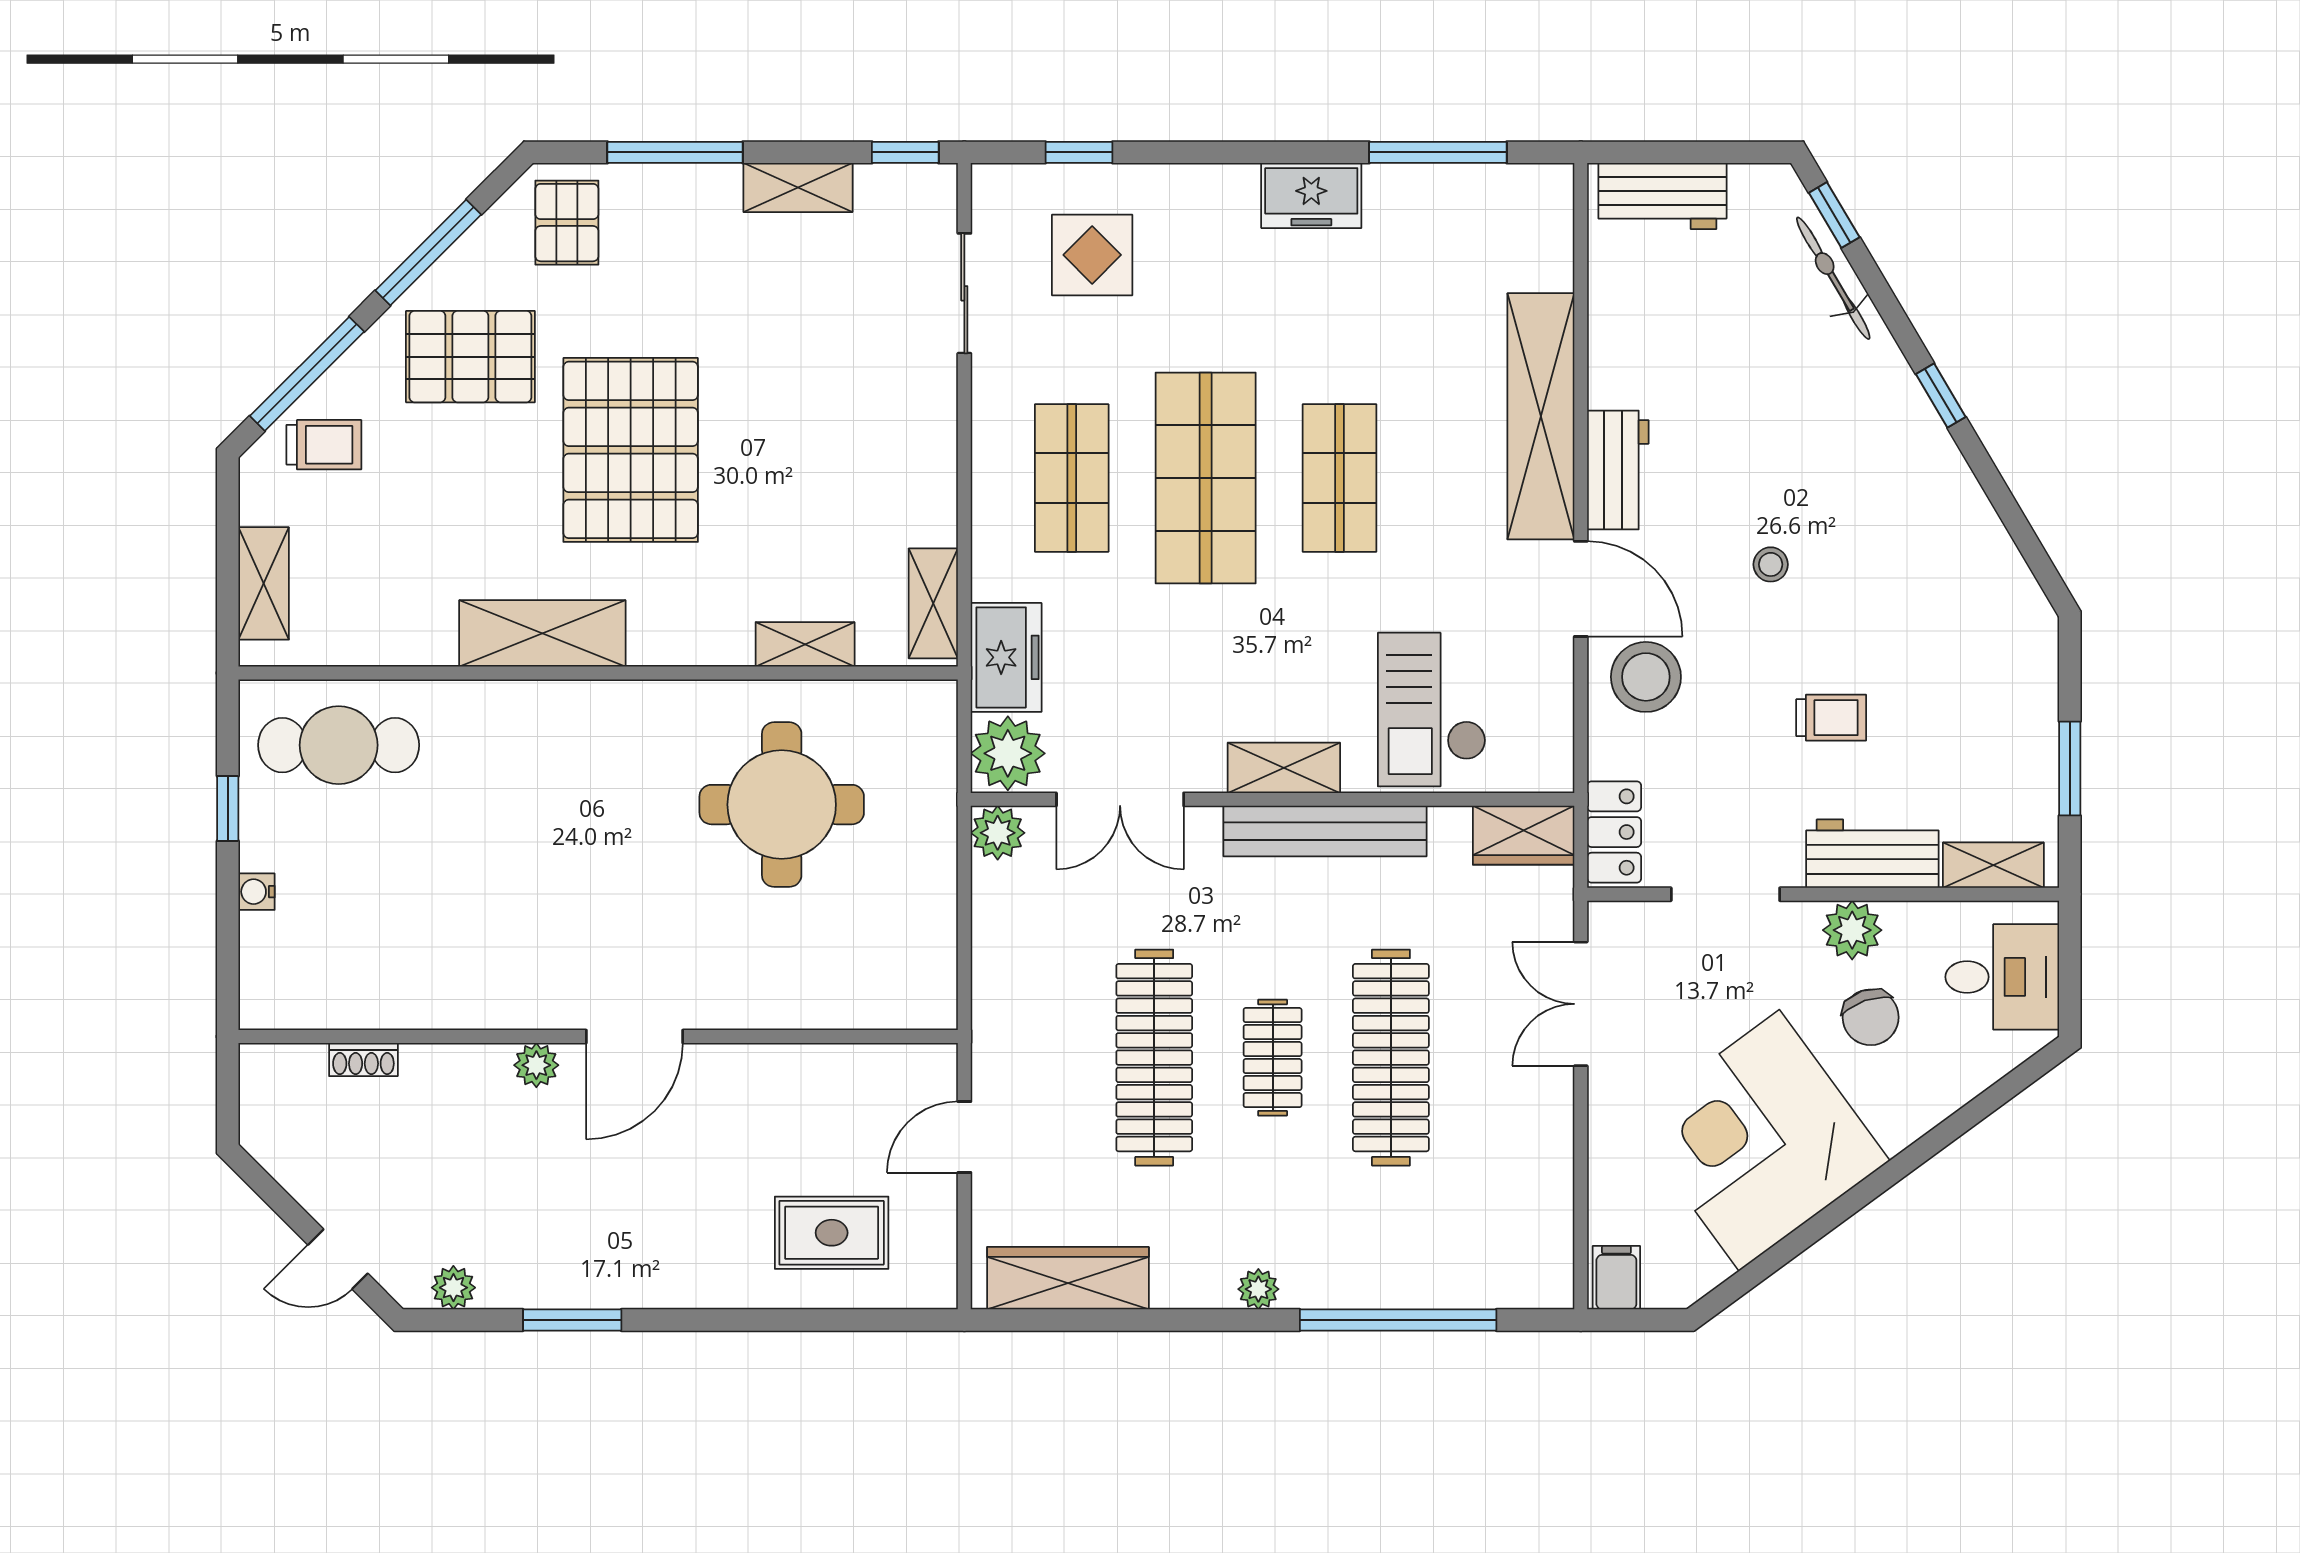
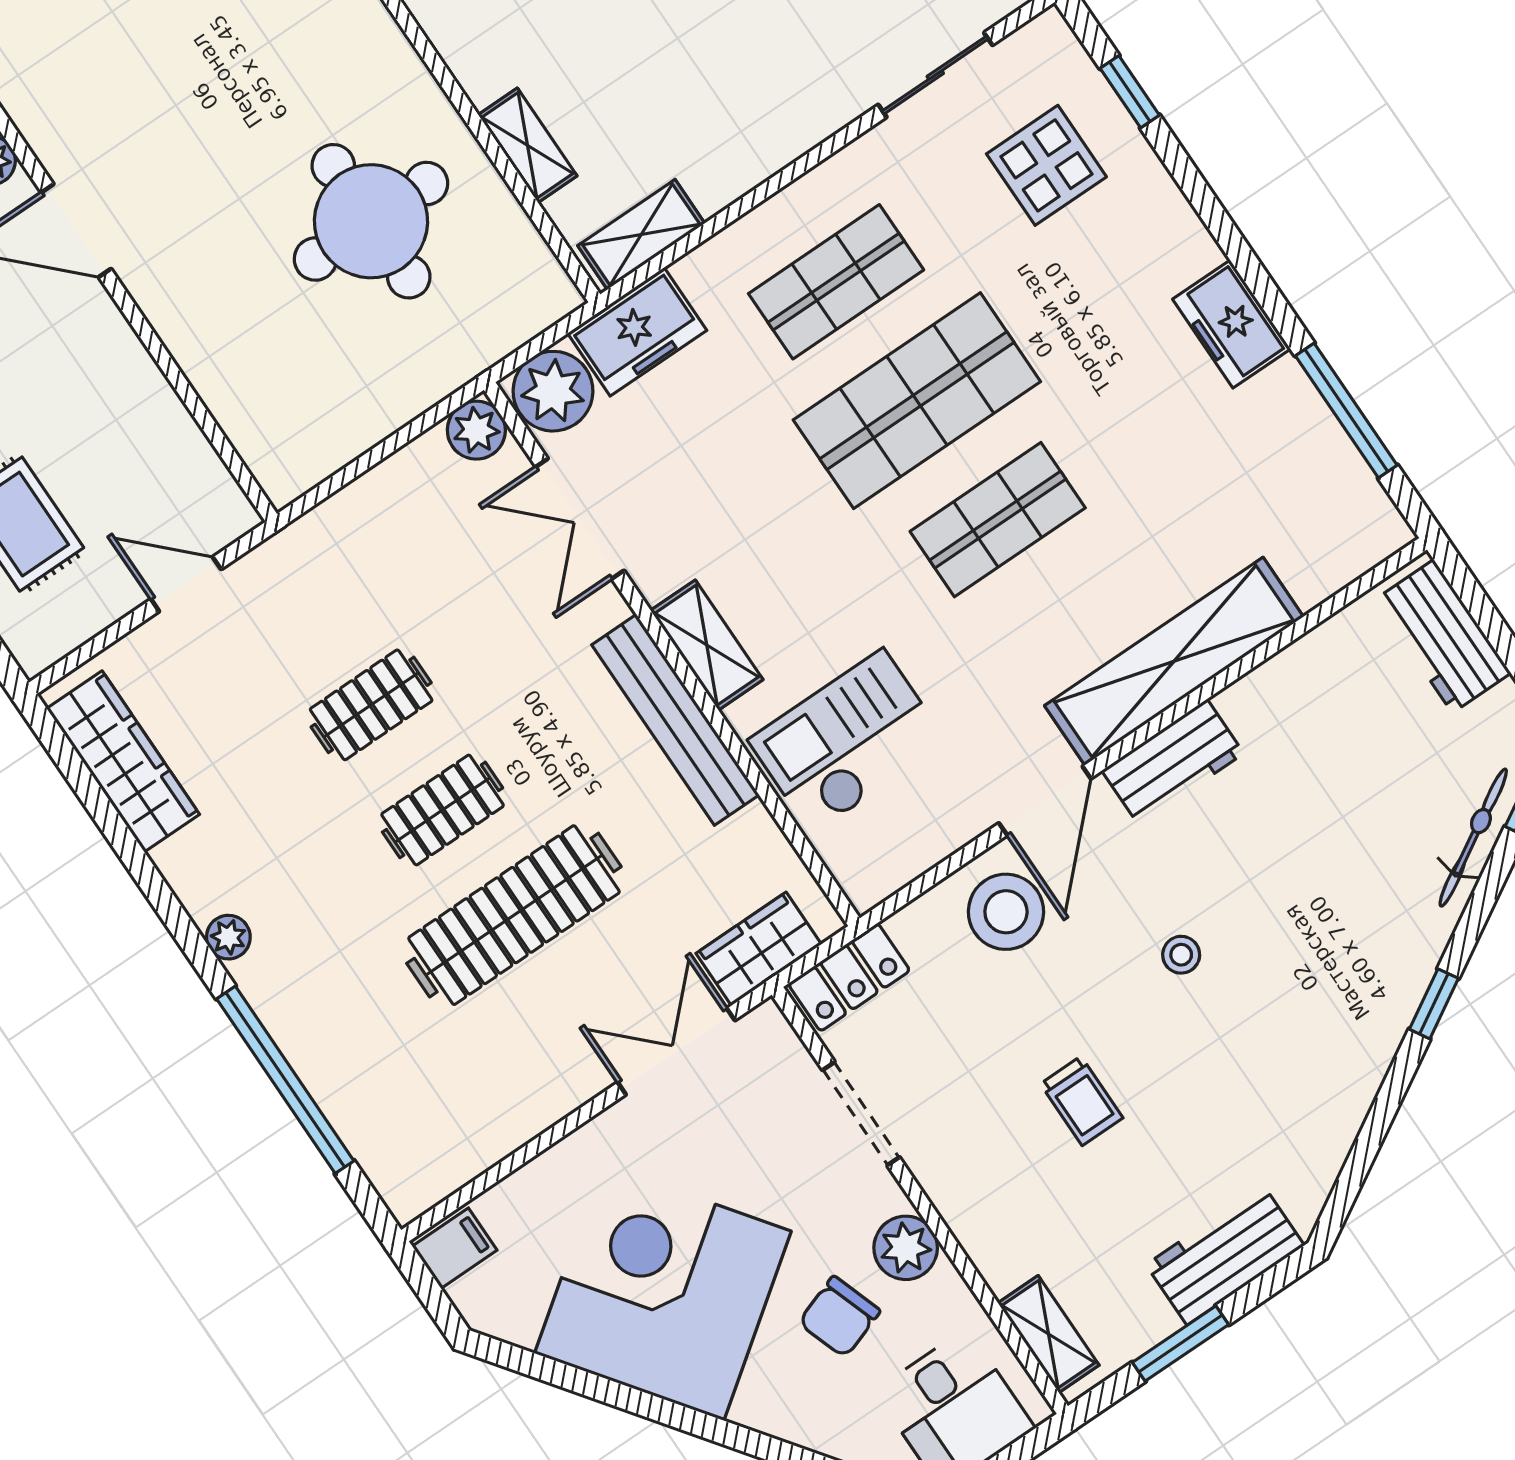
wardrobe: (1524, 835) -> (759, 949), moved, turned 90
workbench: (1872, 854) -> (1225, 1255), moved, turned -90
clothes rail: (1154, 1058) -> (371, 705), width x0.54, depth x0.76

